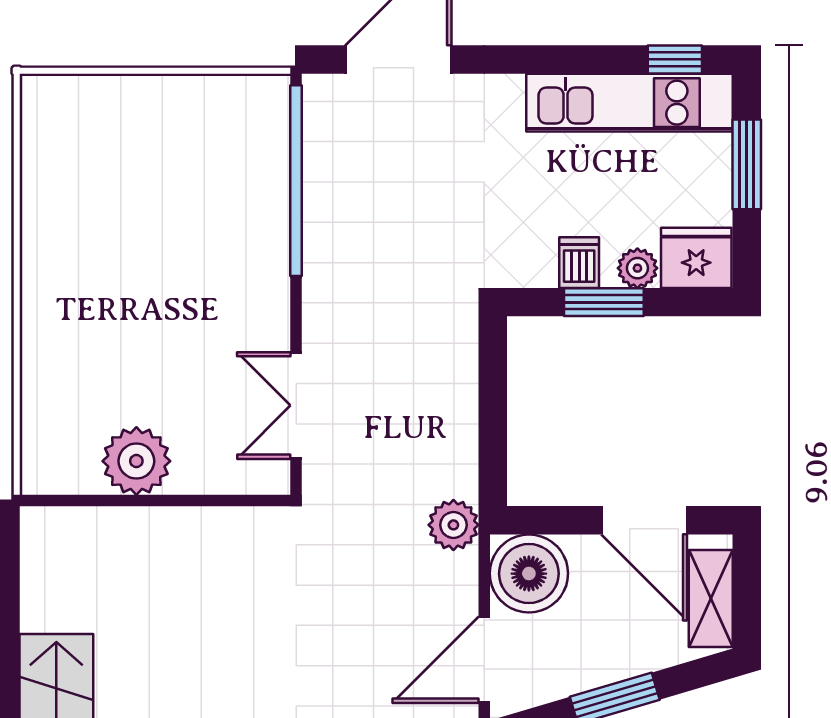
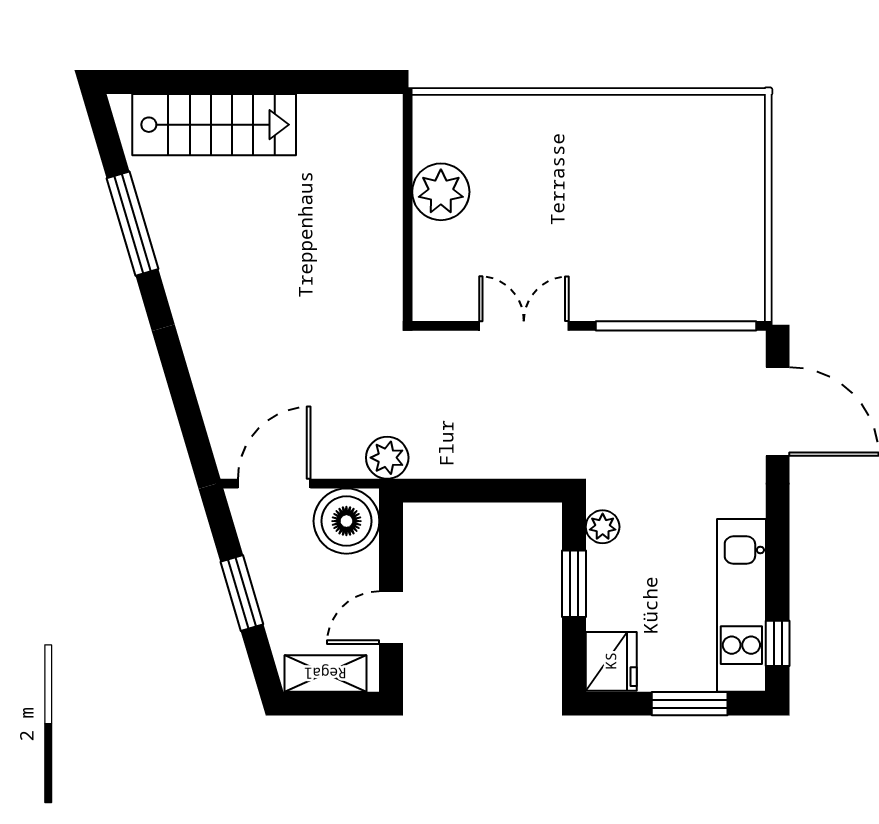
dishwasher: (579, 263) -> (607, 563), removed
plant: (637, 268) -> (603, 527), moved
double door: (296, 405) -> (524, 326), moved
door: (644, 520) -> (391, 618), width x0.73
door: (484, 660) -> (274, 484), hinge flipped

